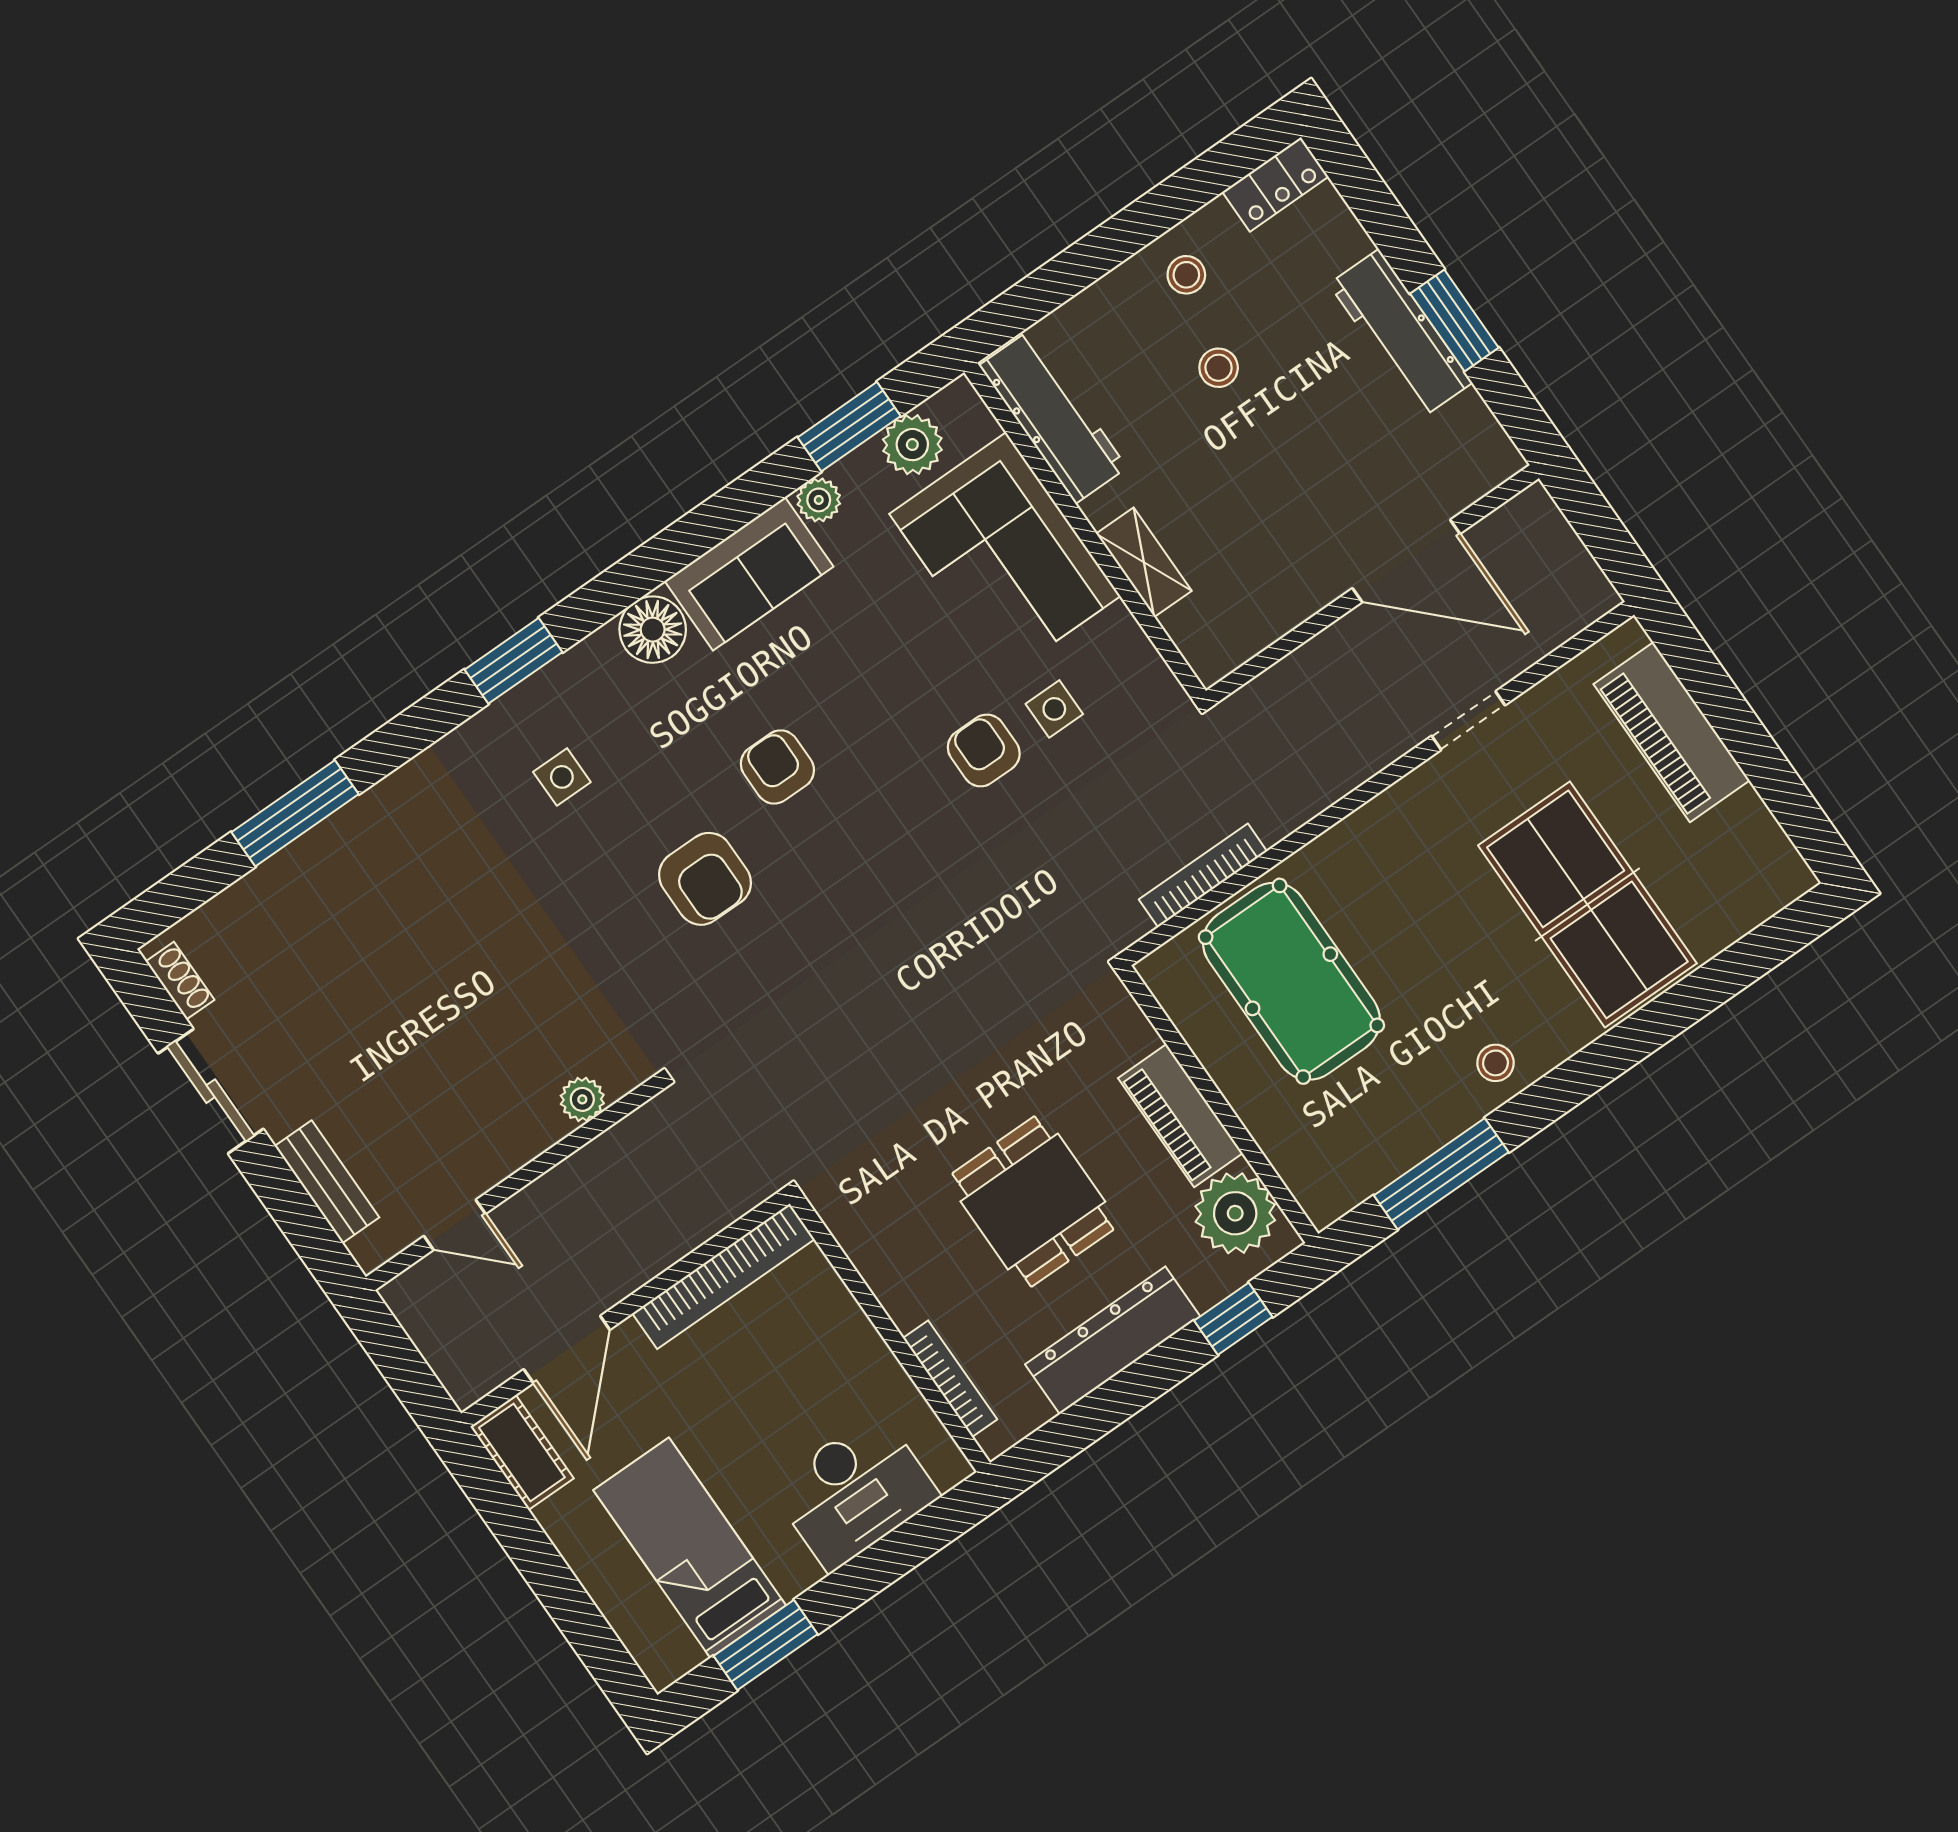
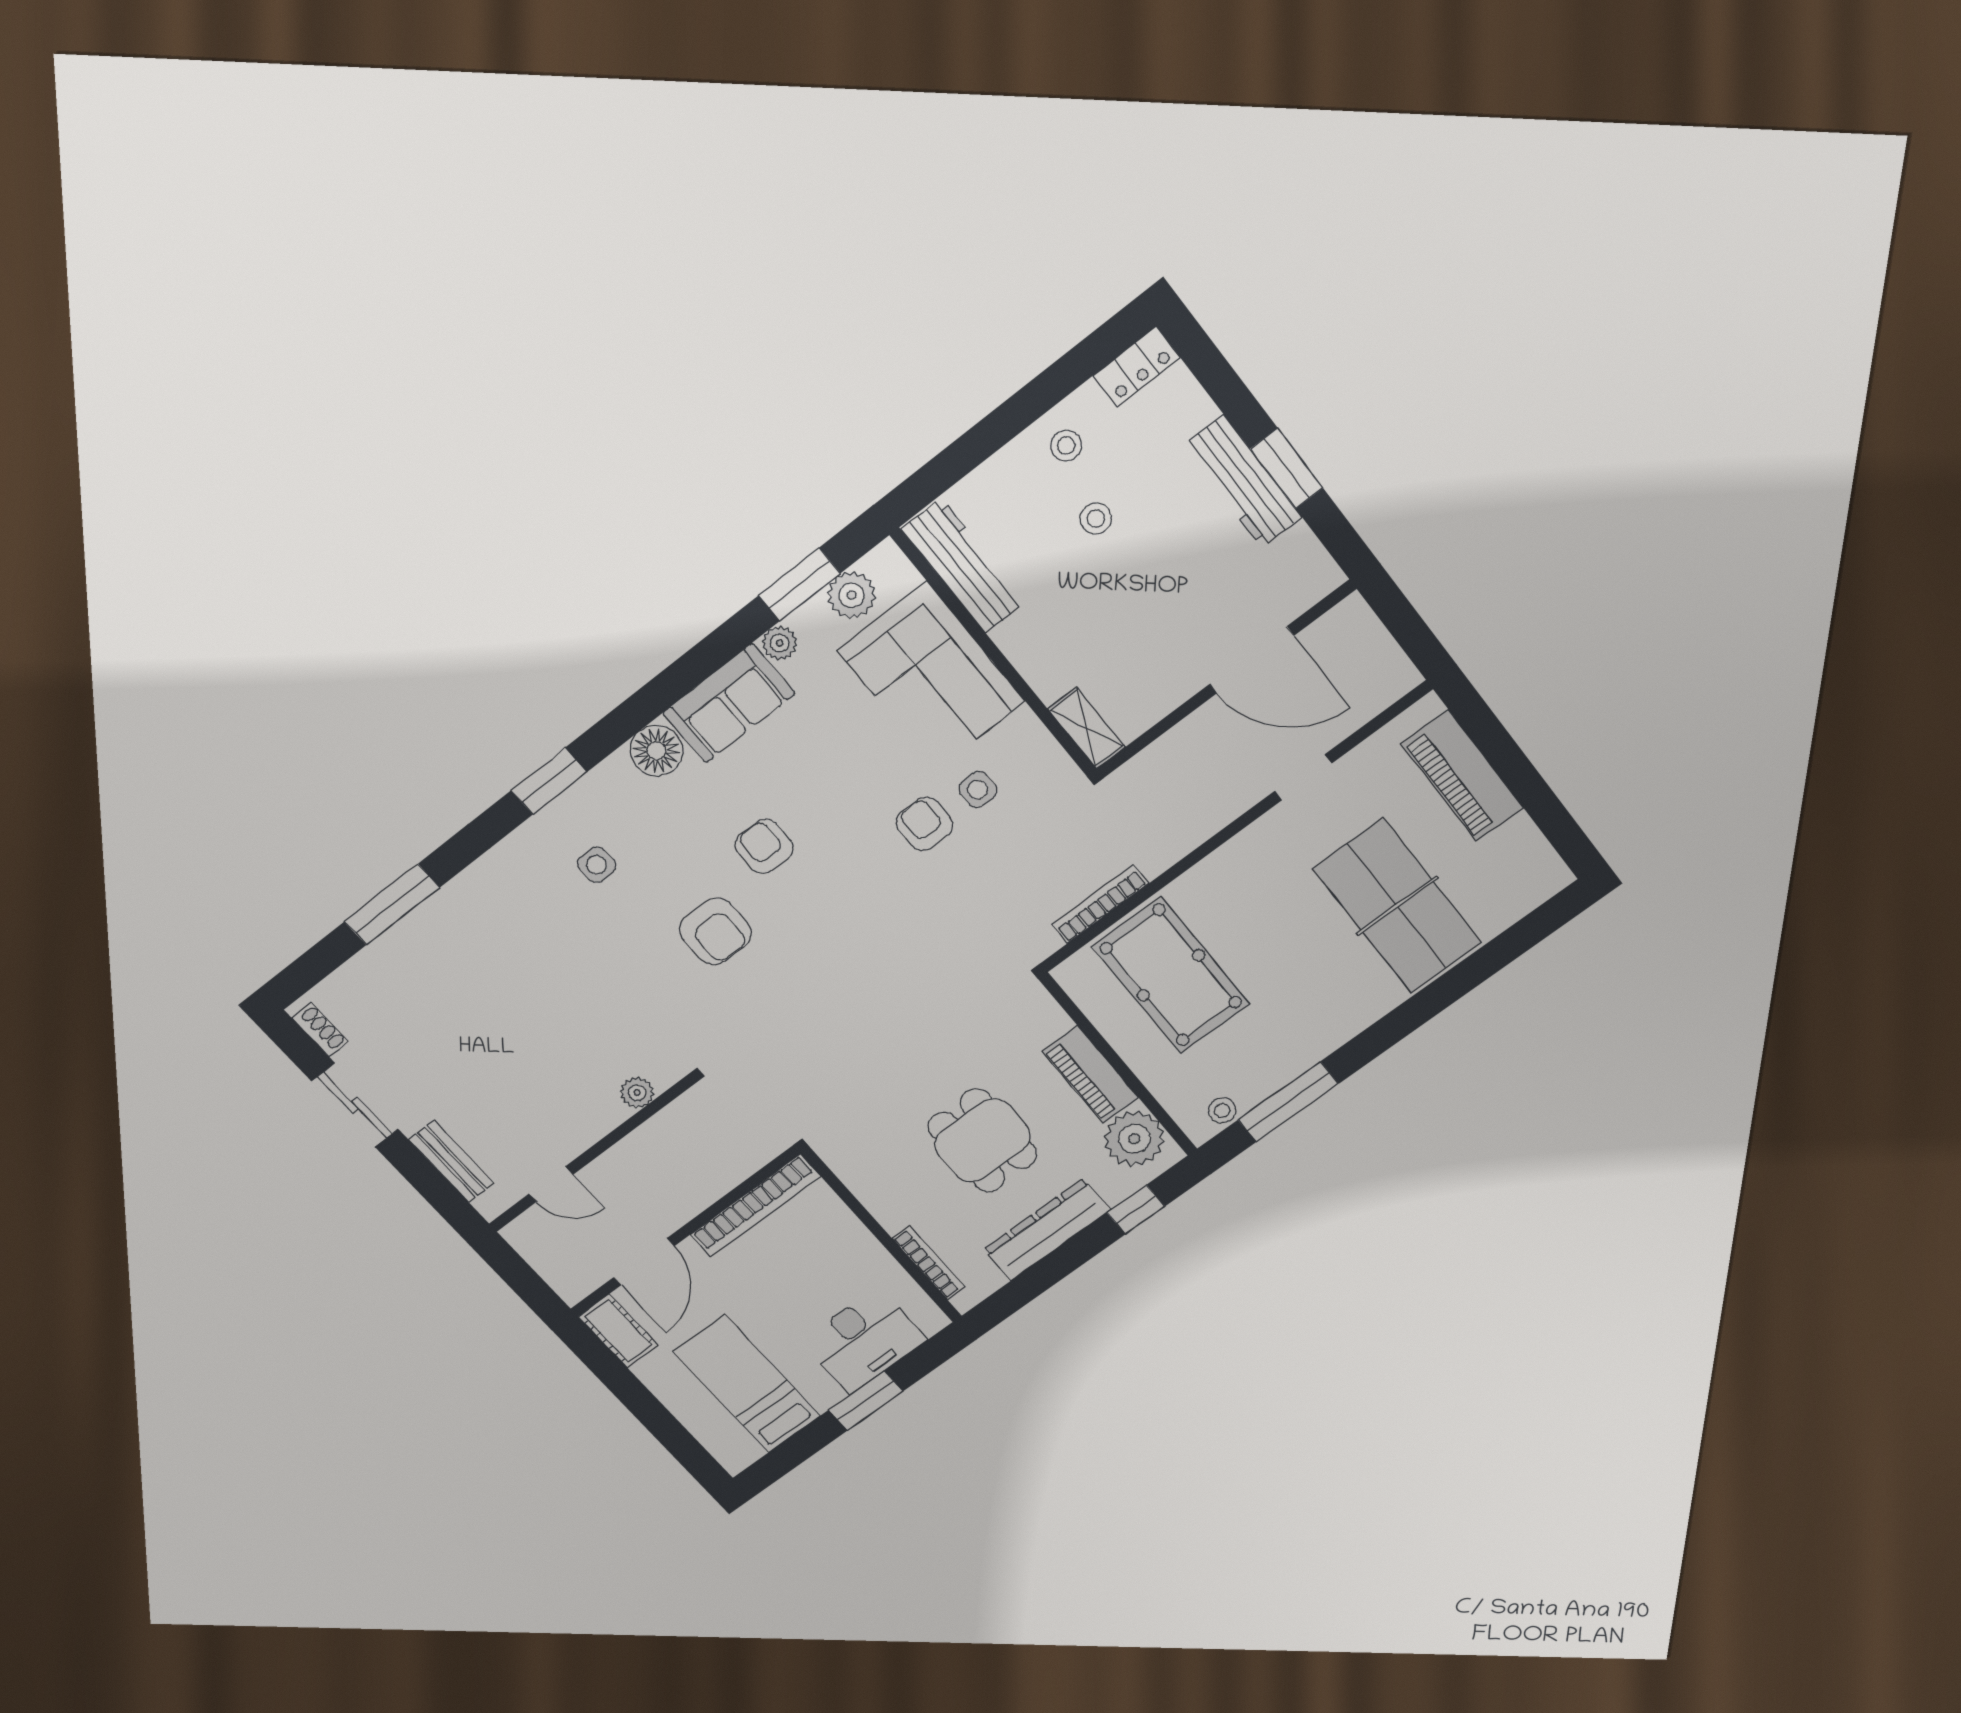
shelving: (1144, 562) -> (1086, 728), moved
stool: (1495, 1063) -> (1222, 1110), moved
window: (766, 1645) -> (866, 1401), moved

